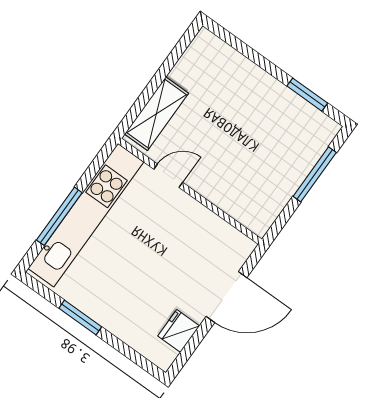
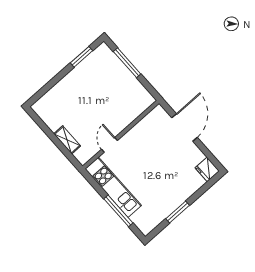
shelving: (156, 114) -> (67, 140), width x0.67, depth x0.75
kitchen unit: (86, 215) -> (113, 187), width x0.73
fridge: (179, 331) -> (207, 169), moved

